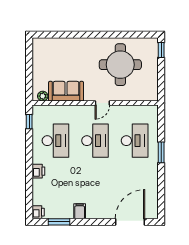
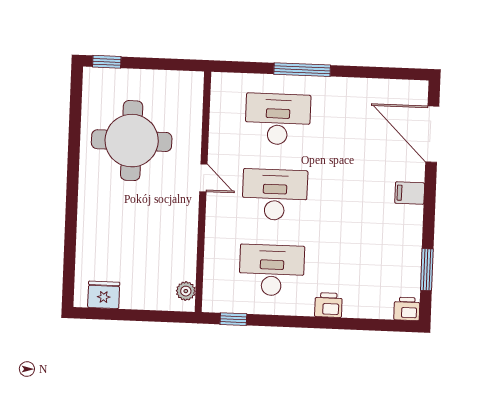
fridge: (39, 53) -> (104, 295), added
sofa: (66, 91) -> (178, 246), removed
window: (161, 152) -> (302, 70), width x1.44
filing cabinet: (80, 211) -> (410, 193), moved

